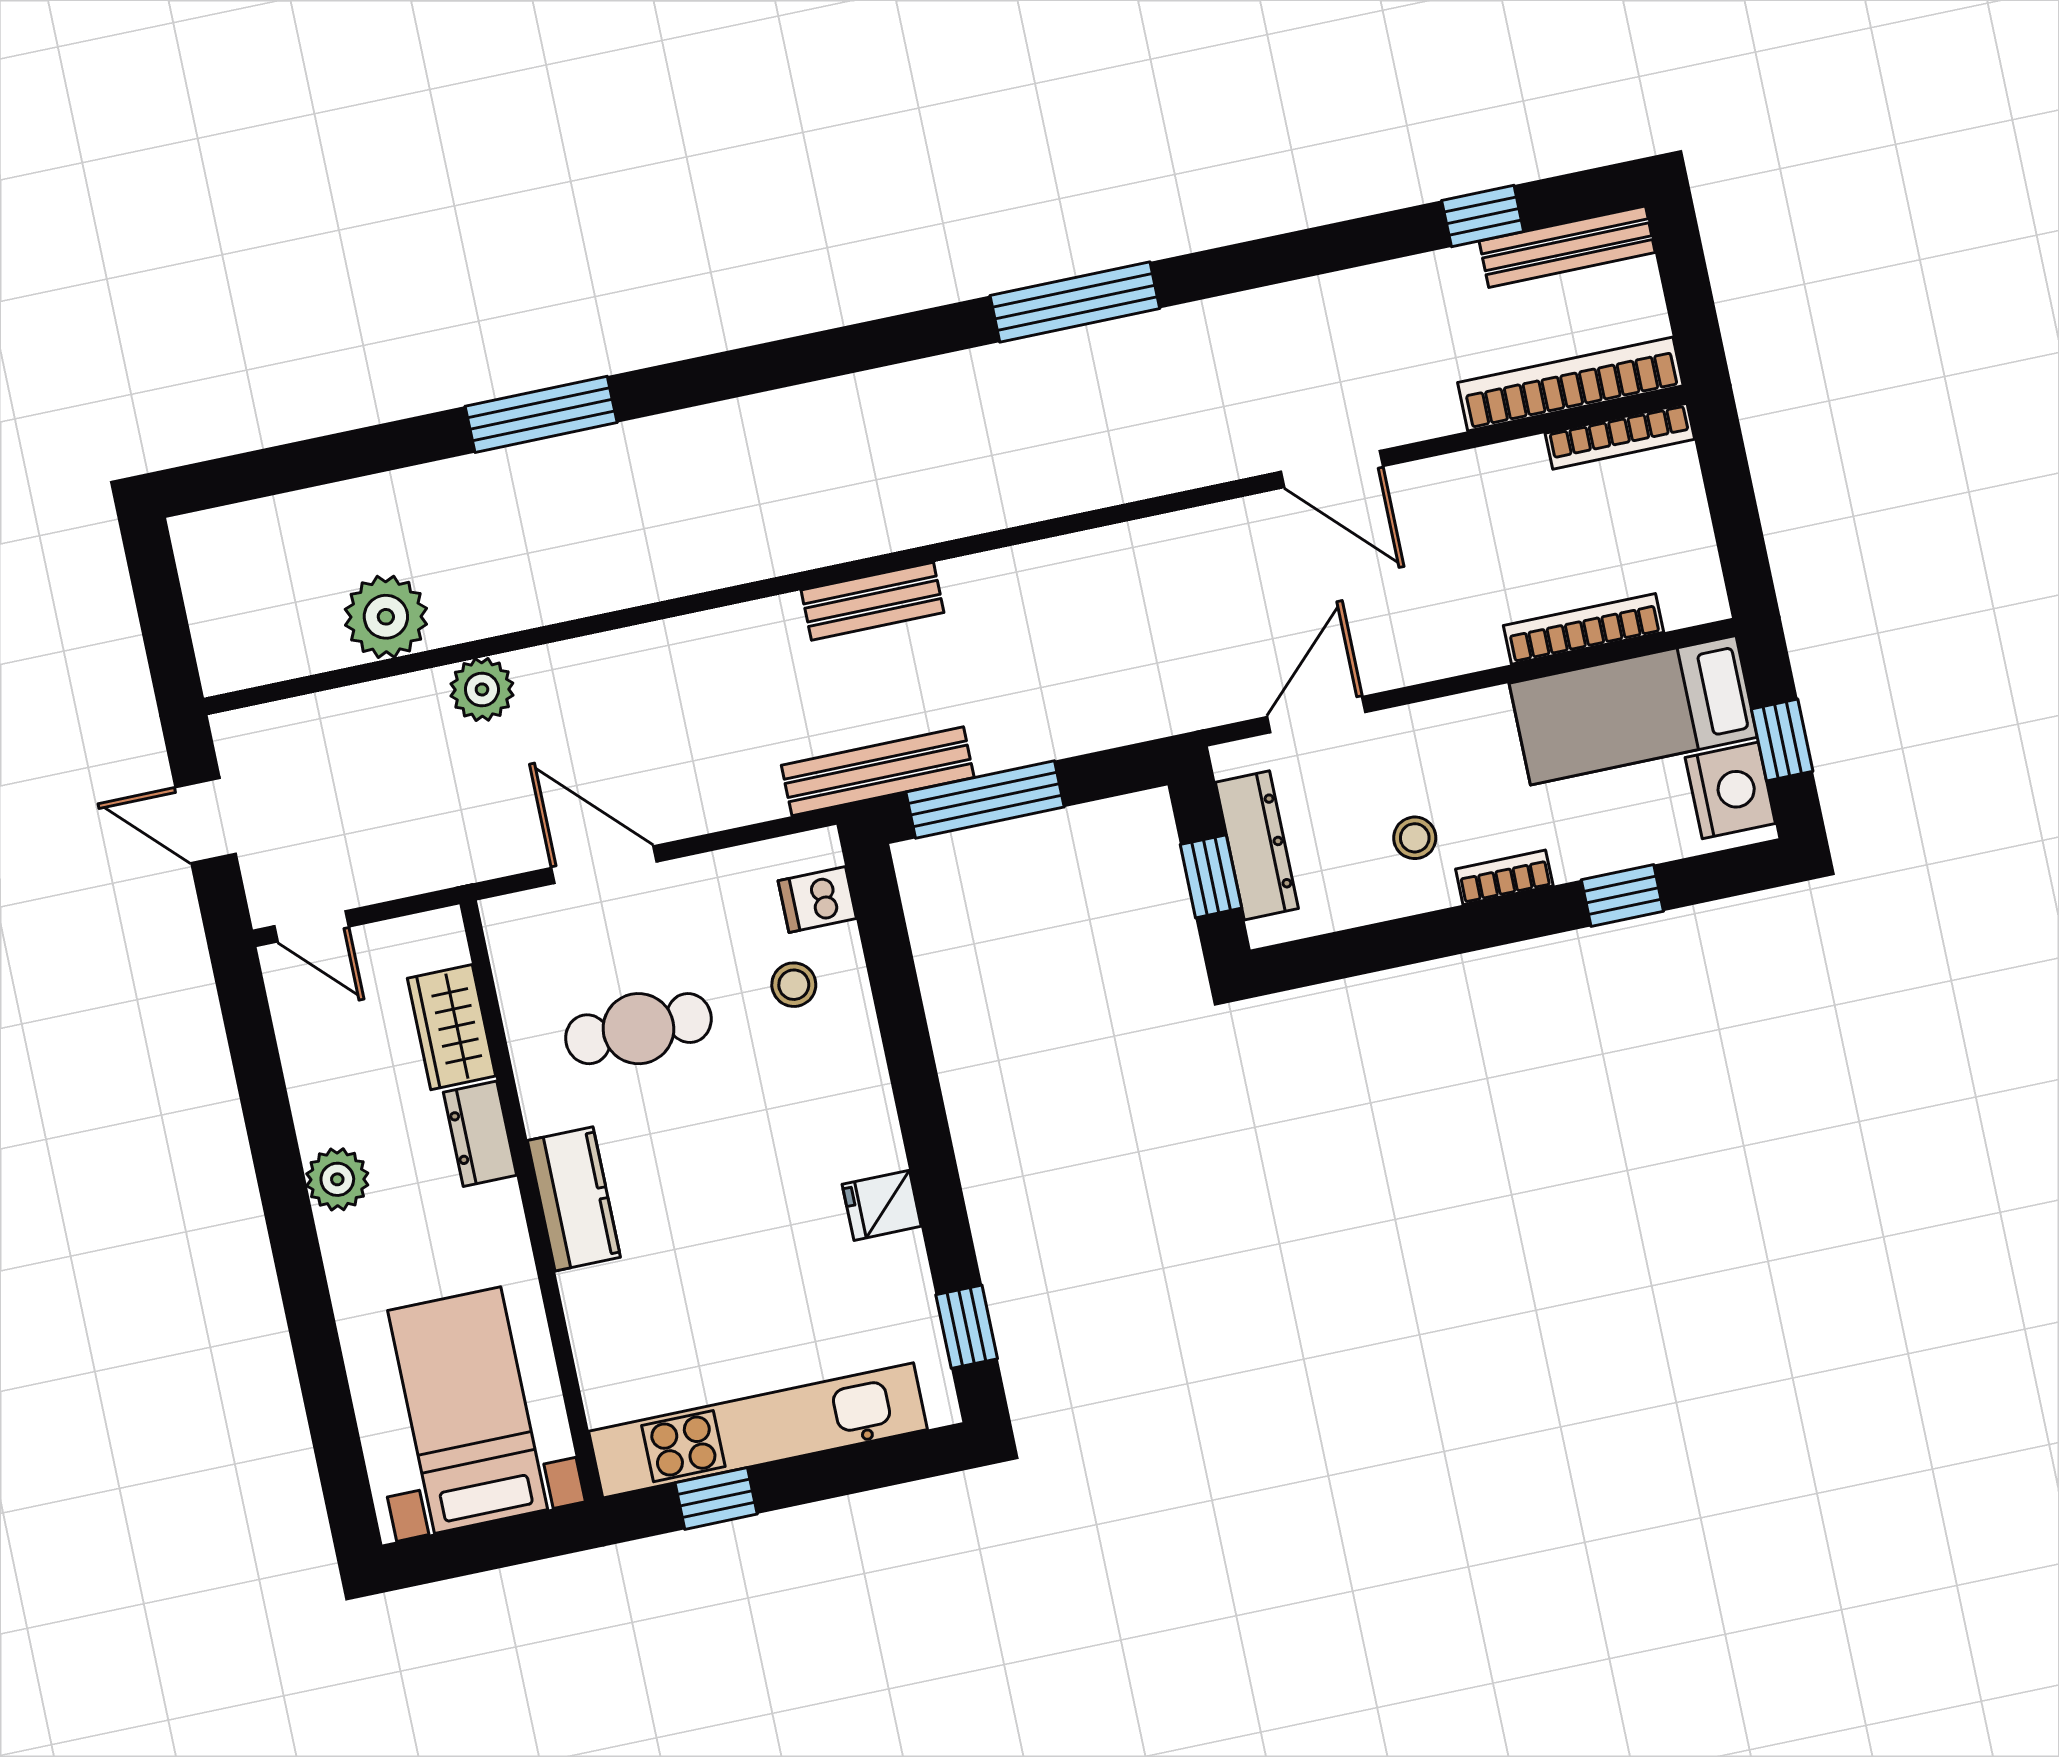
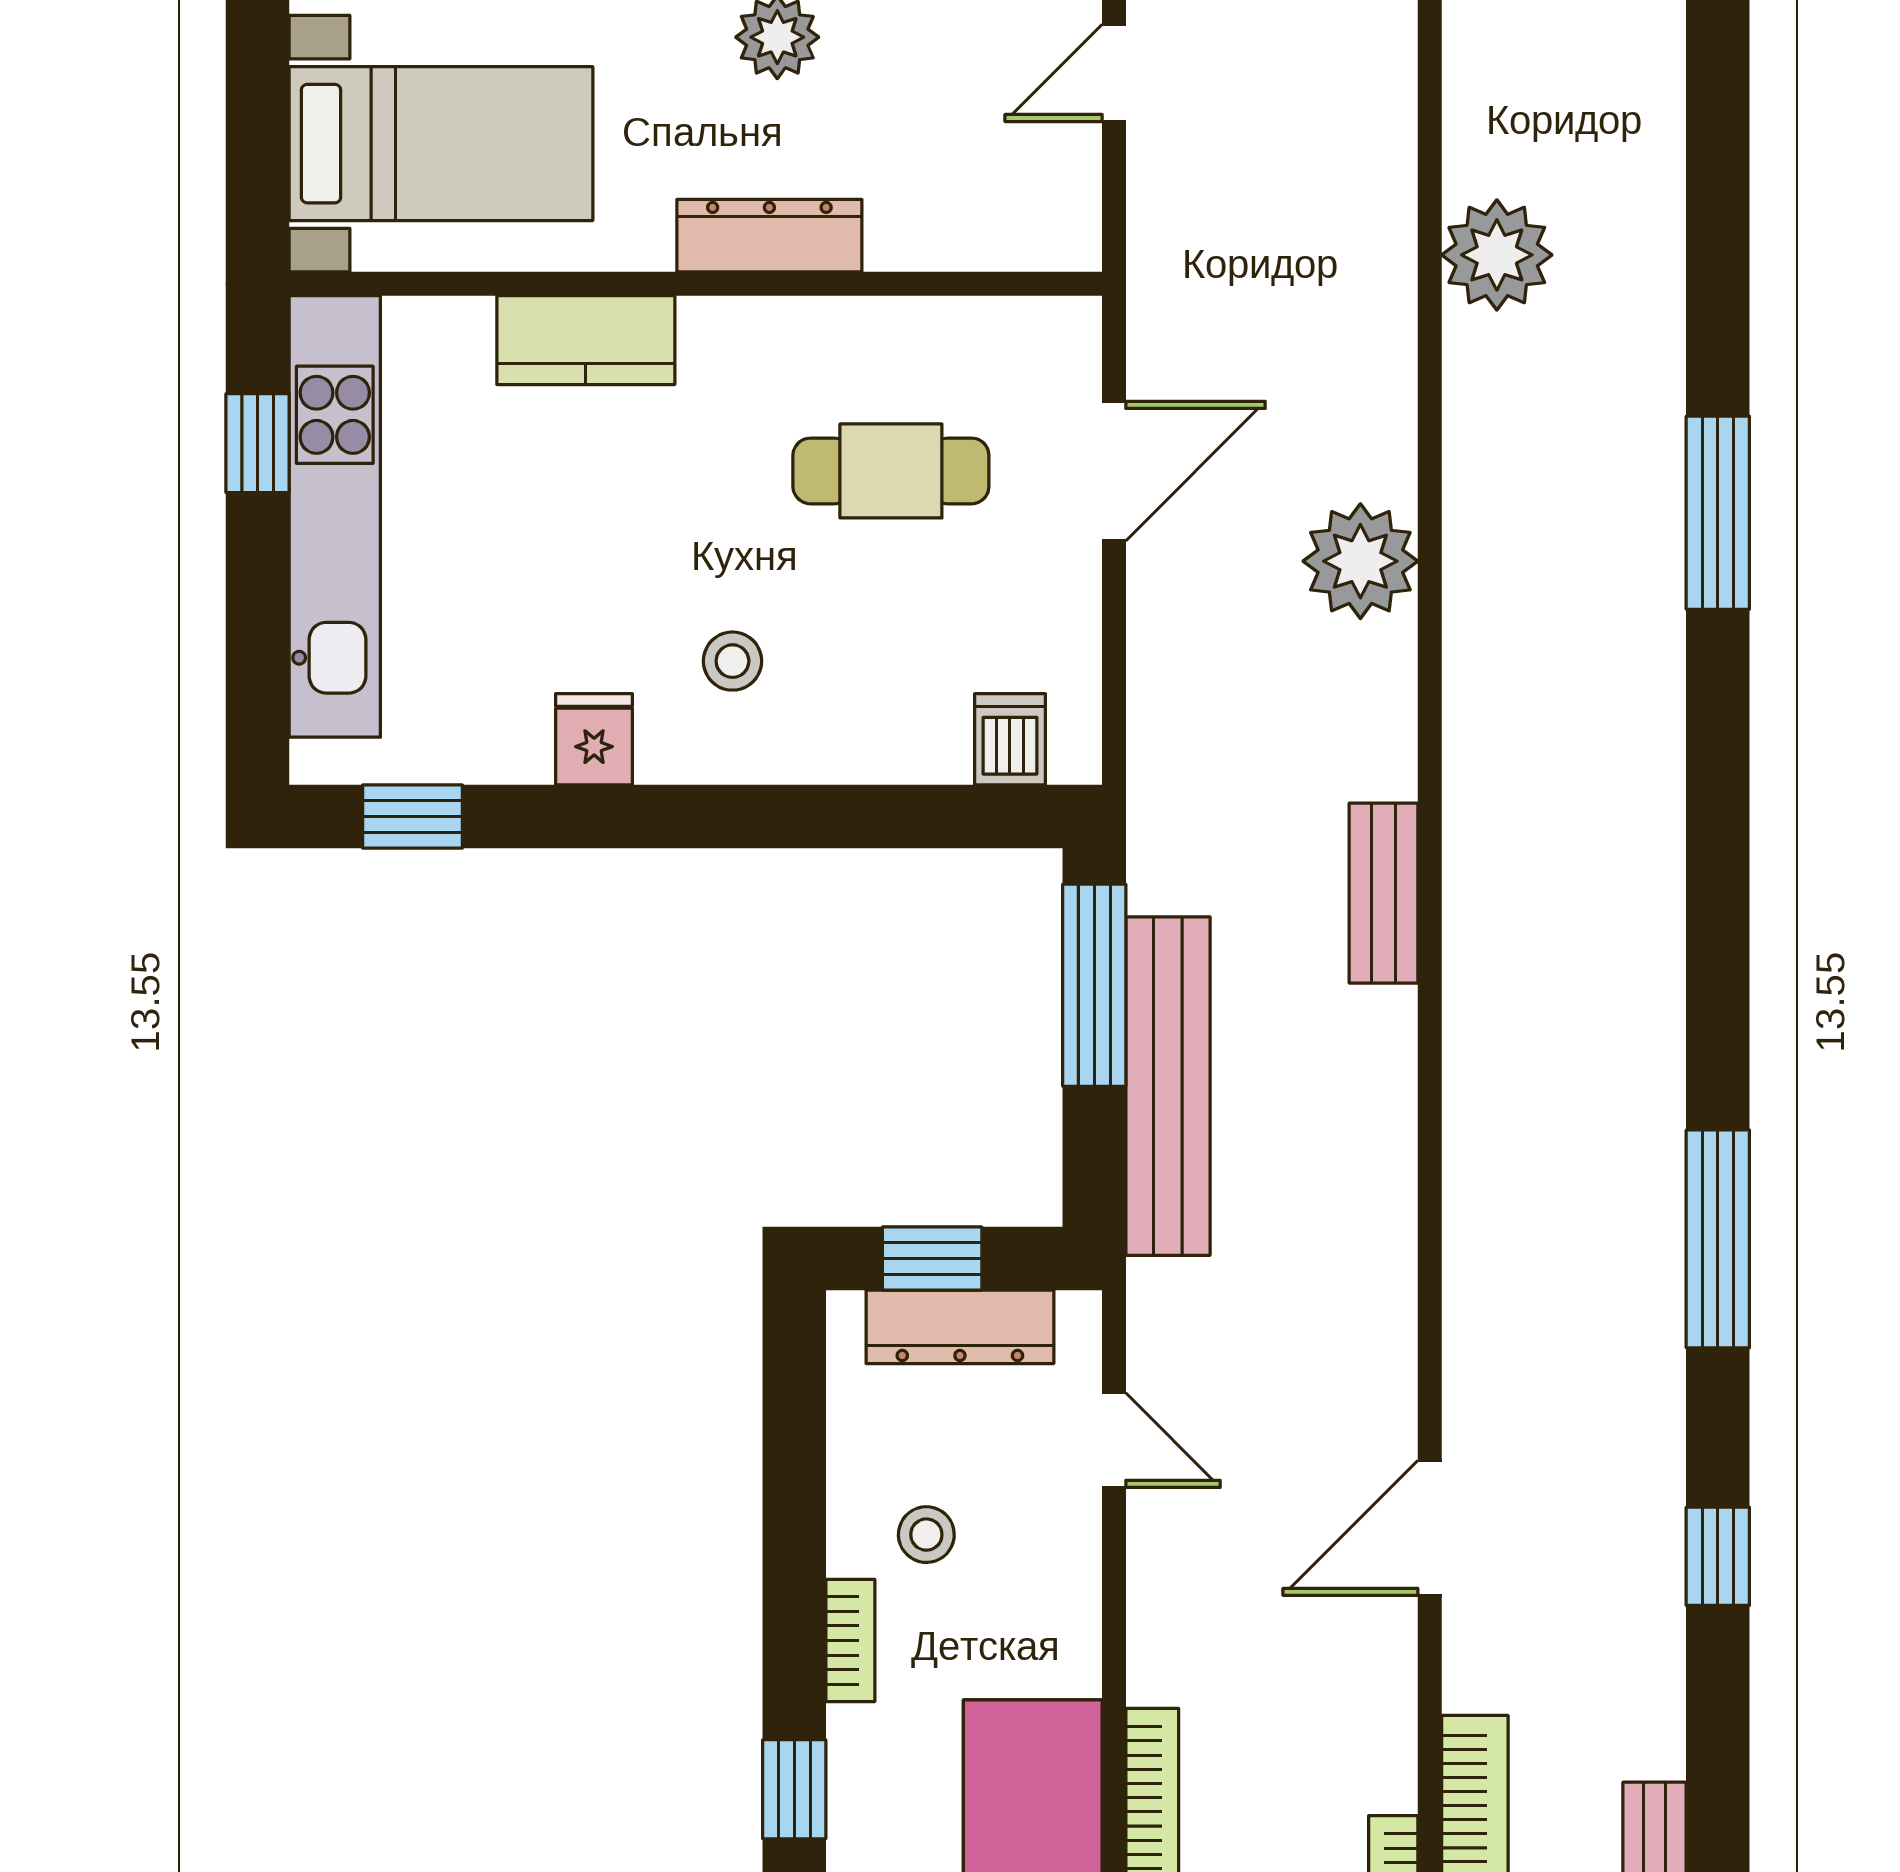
window: (1483, 216) -> (1718, 1556), moved
plant: (482, 689) -> (1360, 561), moved, width x1.36, depth x1.36
door: (1316, 715) -> (1114, 1440), width x0.73
bench: (878, 771) -> (1168, 1086), moved, width x1.37, depth x1.21
stool: (794, 985) -> (732, 661), moved
wardrobe: (452, 1027) -> (944, 228), removed
cafe table: (638, 1029) -> (891, 471), turned 90
dresser: (480, 1134) -> (769, 236), width x1.44
kitchen counter: (574, 1199) -> (586, 340), moved

